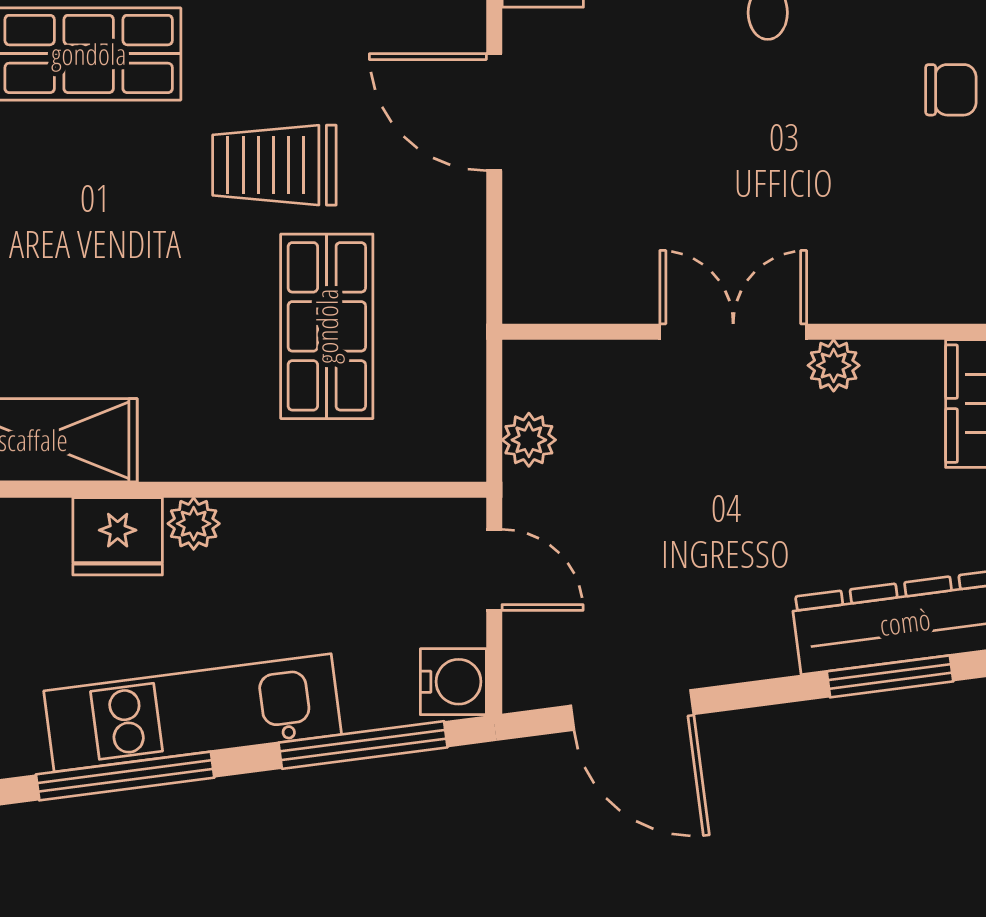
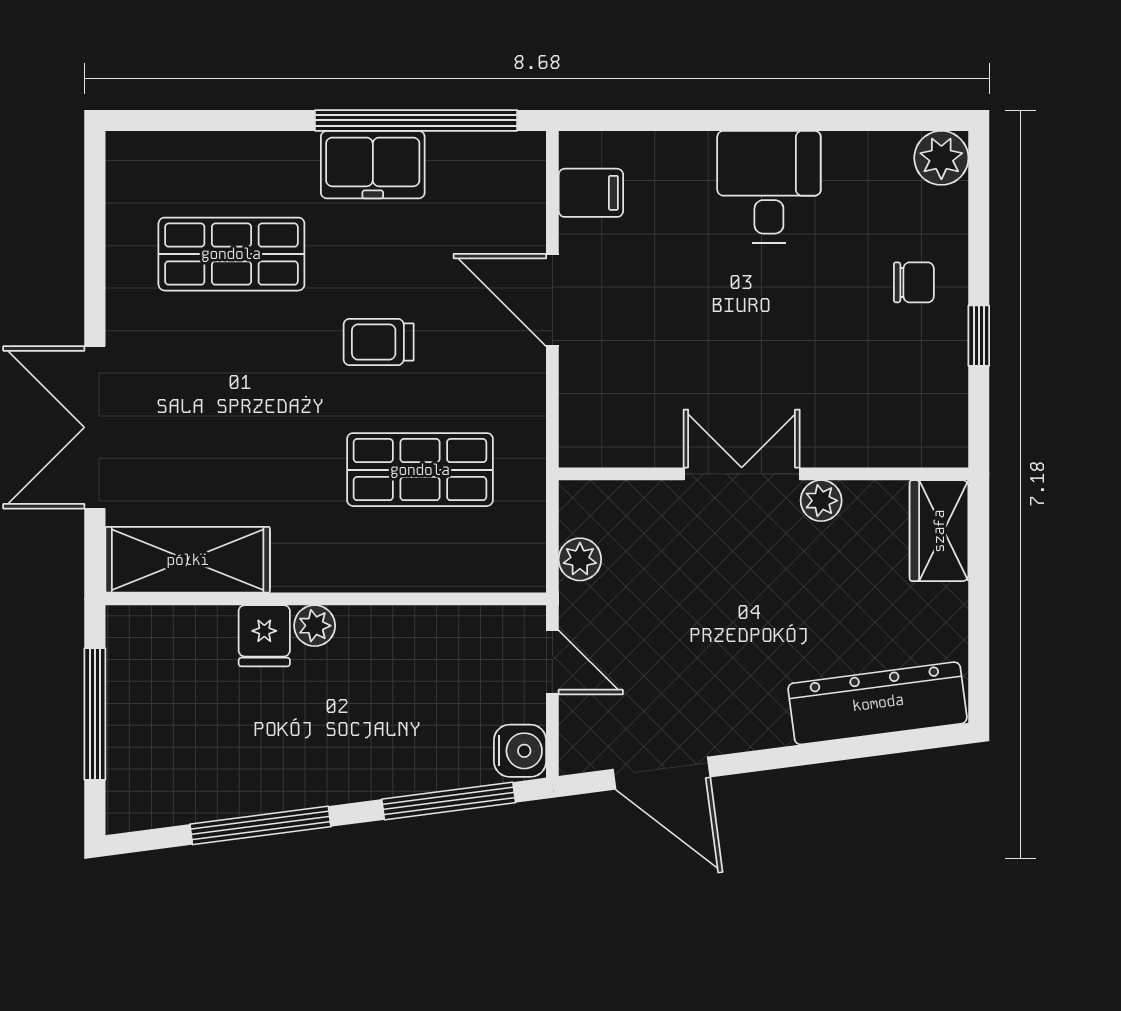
trolley: (274, 165) -> (379, 342), width x0.73, depth x0.72
shop shelf: (327, 326) -> (420, 470), turned 90
fridge: (118, 536) -> (264, 636), width x0.72
window: (890, 676) -> (866, 747), removed
kitchen unit: (193, 713) -> (314, 775), removed

